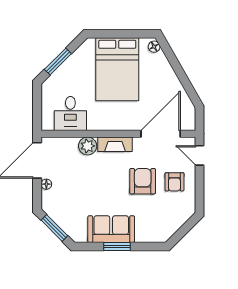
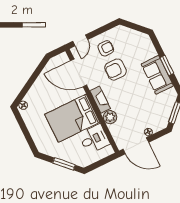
bed: (117, 69) -> (72, 118), moved, turned 180

